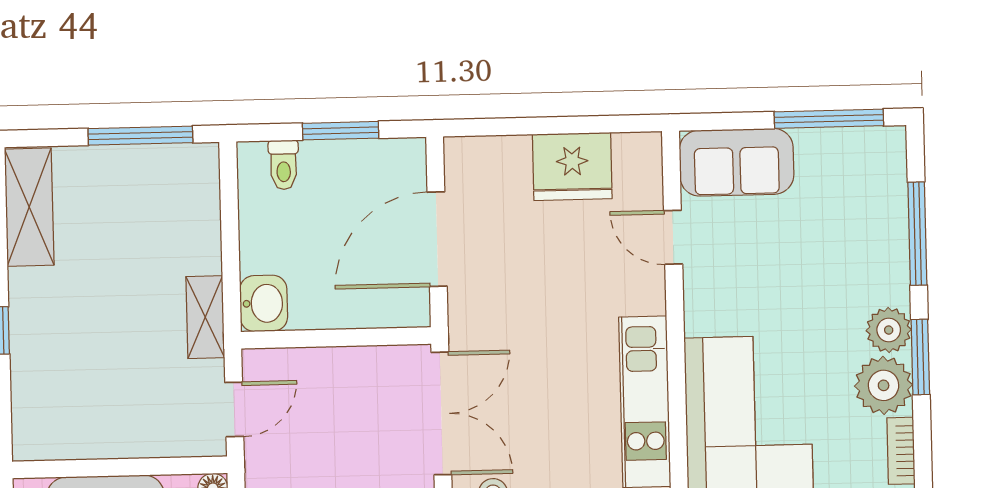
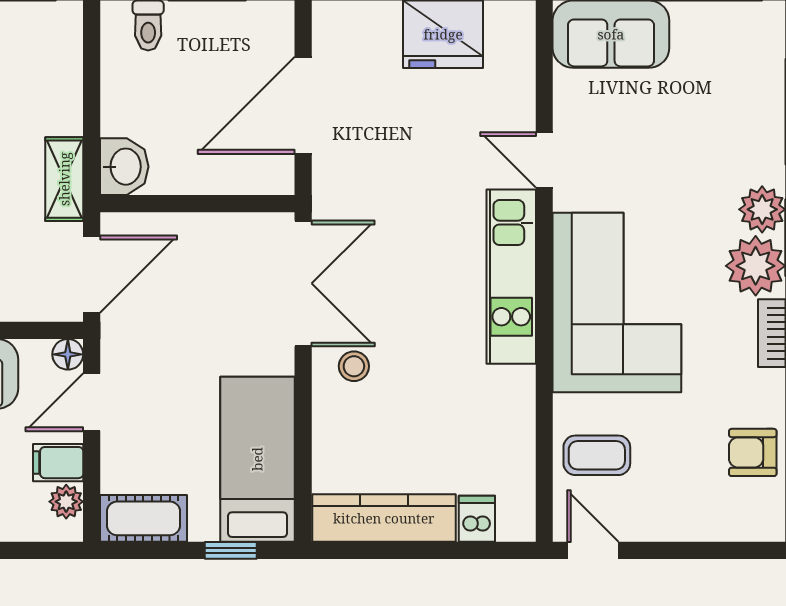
door: (673, 237) -> (544, 160), moved
door: (234, 409) -> (92, 274), width x1.38

